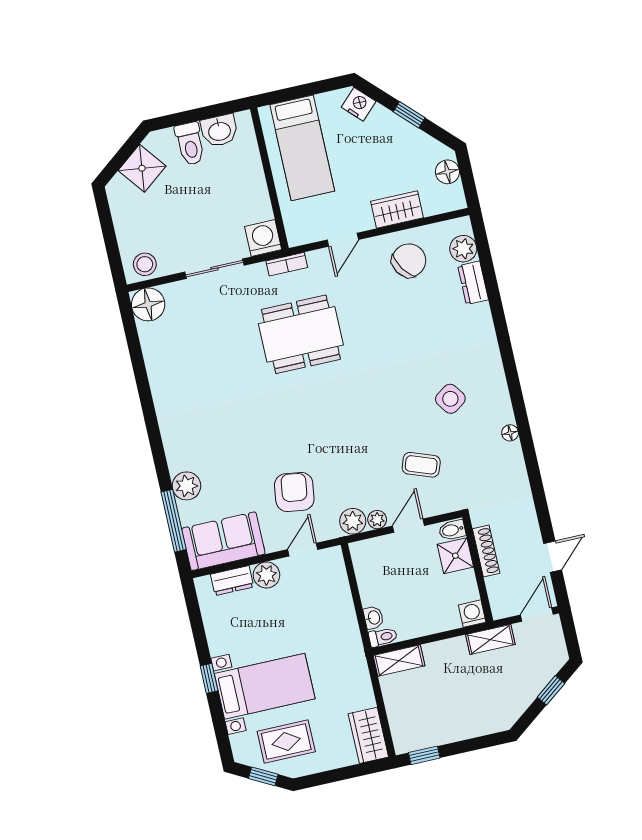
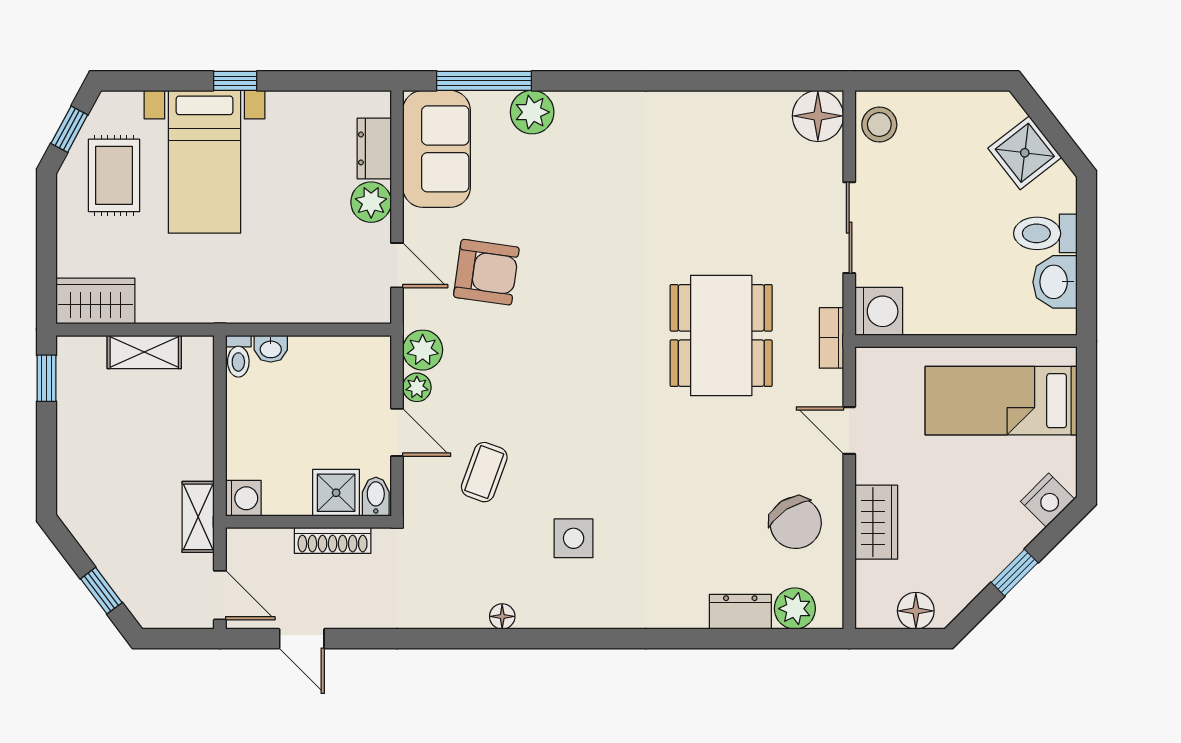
side table: (450, 399) -> (574, 538), turned 35
shelving: (399, 661) -> (144, 352), moved, turned 90

